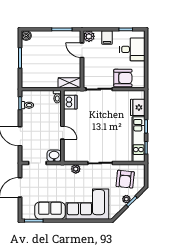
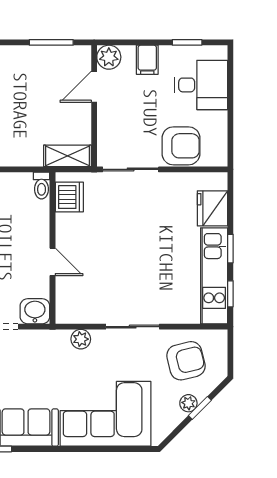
door: (82, 50) -> (94, 87), hinge flipped
armchair: (125, 179) -> (186, 361), turned -110

